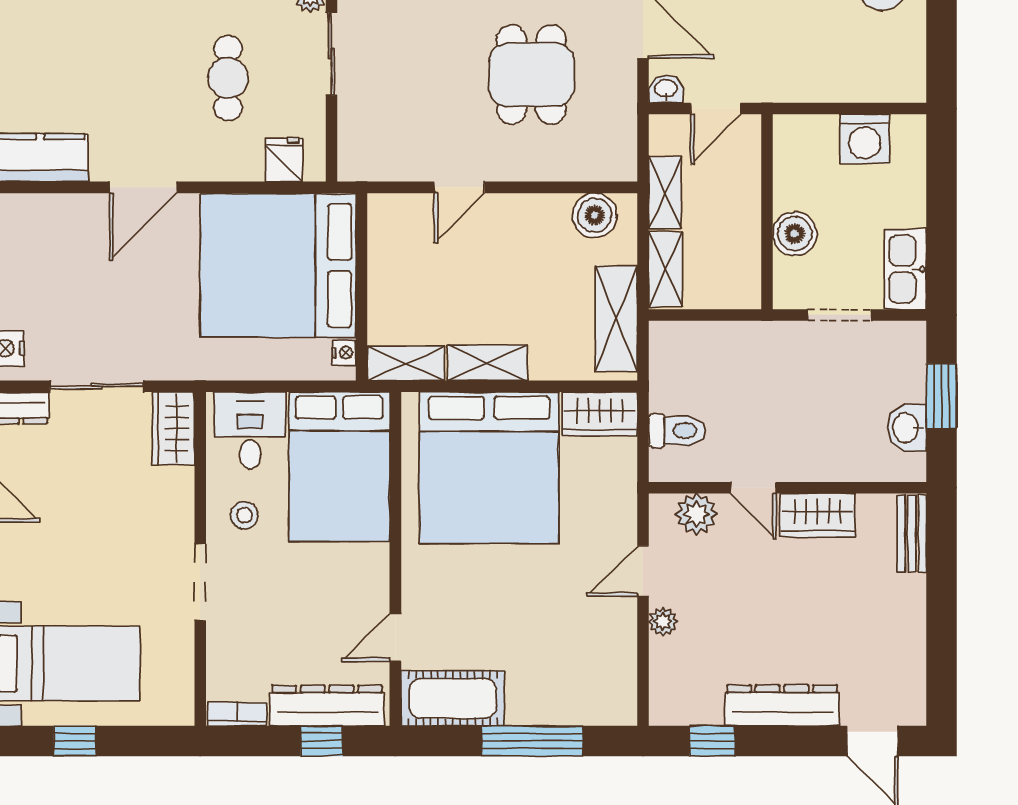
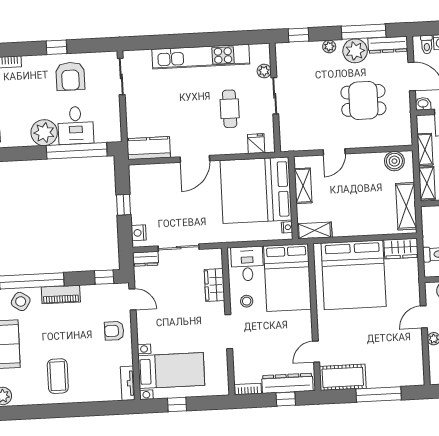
dining table: (531, 75) -> (363, 100), turned 90
shelving: (487, 363) -> (303, 186), moved, turned 90
wardrobe: (173, 429) -> (214, 285), moved

